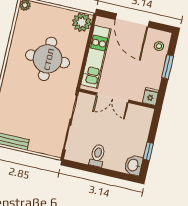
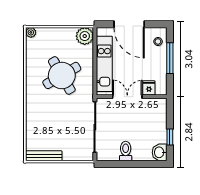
round table: (48, 59) -> (62, 75), turned -30
window: (168, 67) -> (170, 58), width x1.44
fridge: (151, 96) -> (149, 88), moved
double door: (113, 98) -> (127, 97), swing flipped

